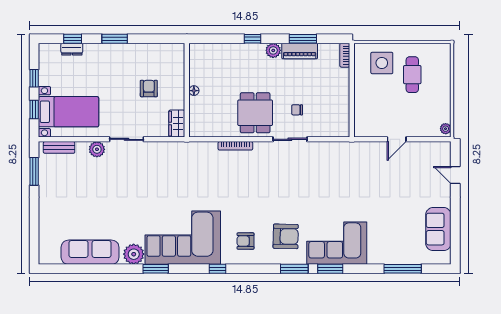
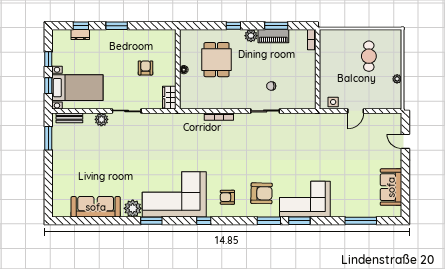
side table: (382, 63) -> (333, 102), moved, width x0.54, depth x0.54
dining table: (255, 113) -> (217, 60), moved
plant: (446, 129) -> (397, 79), moved

